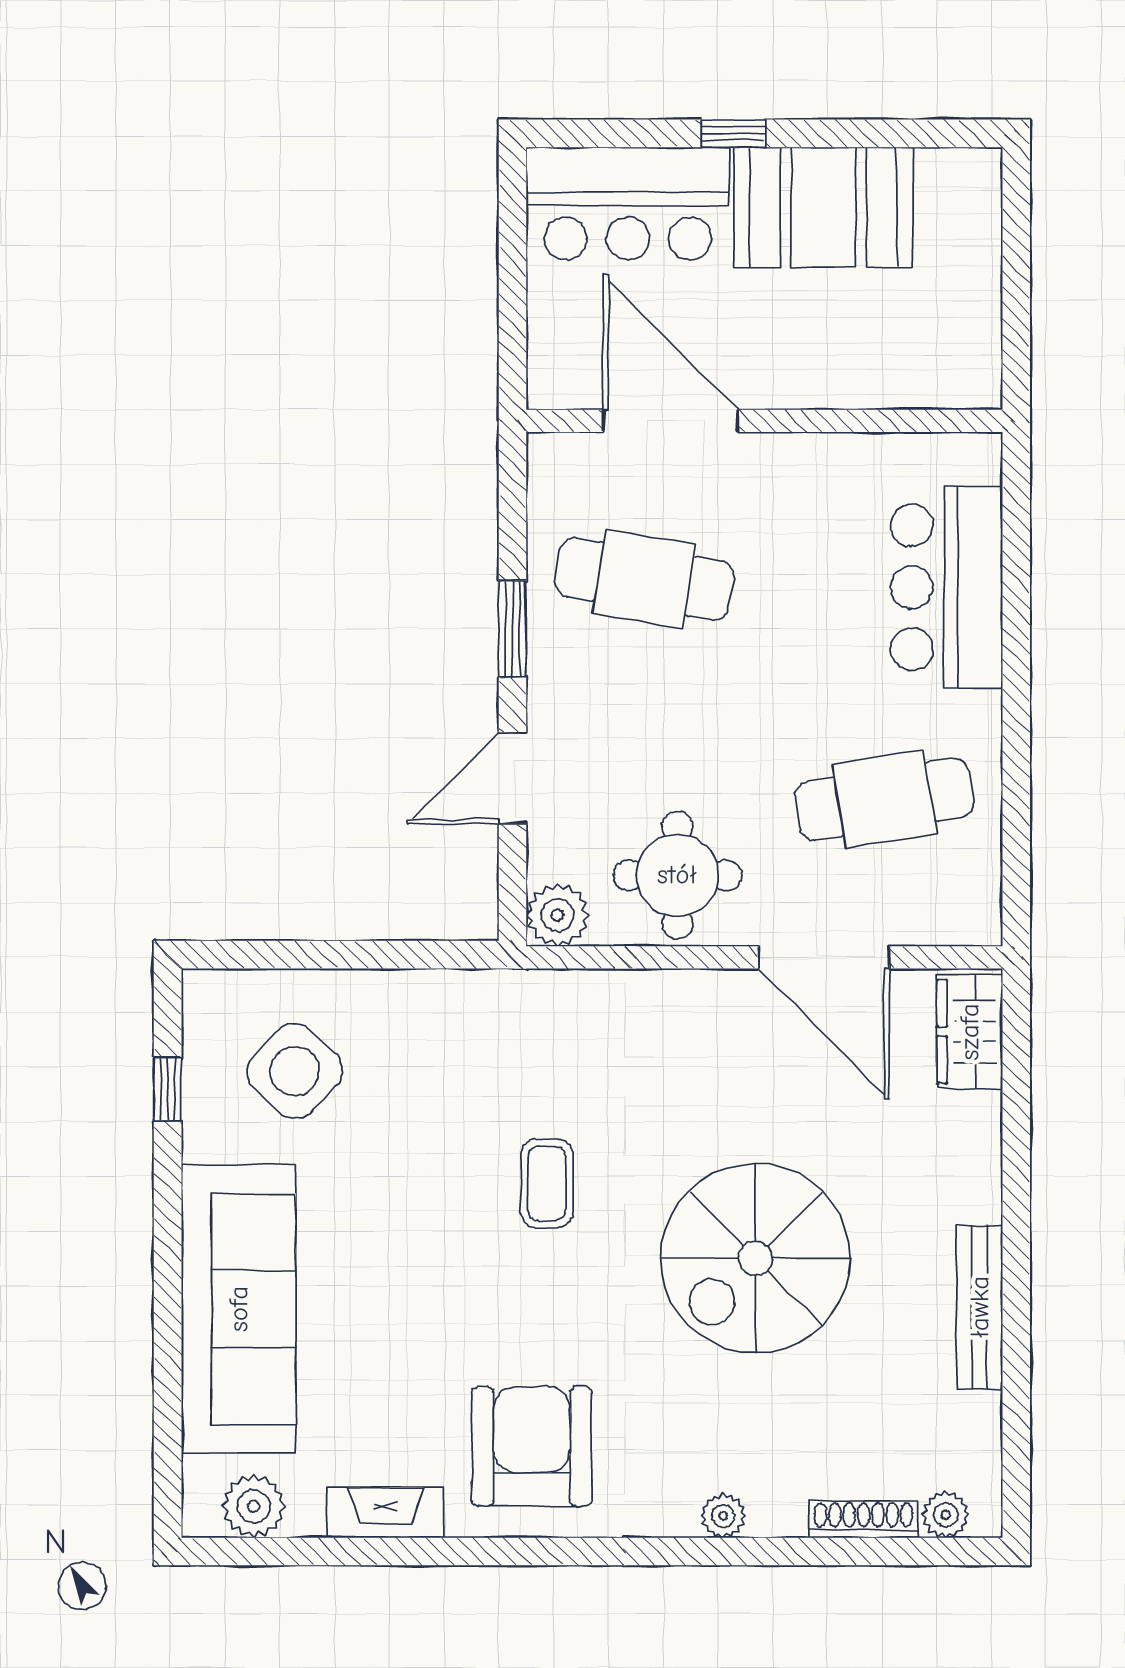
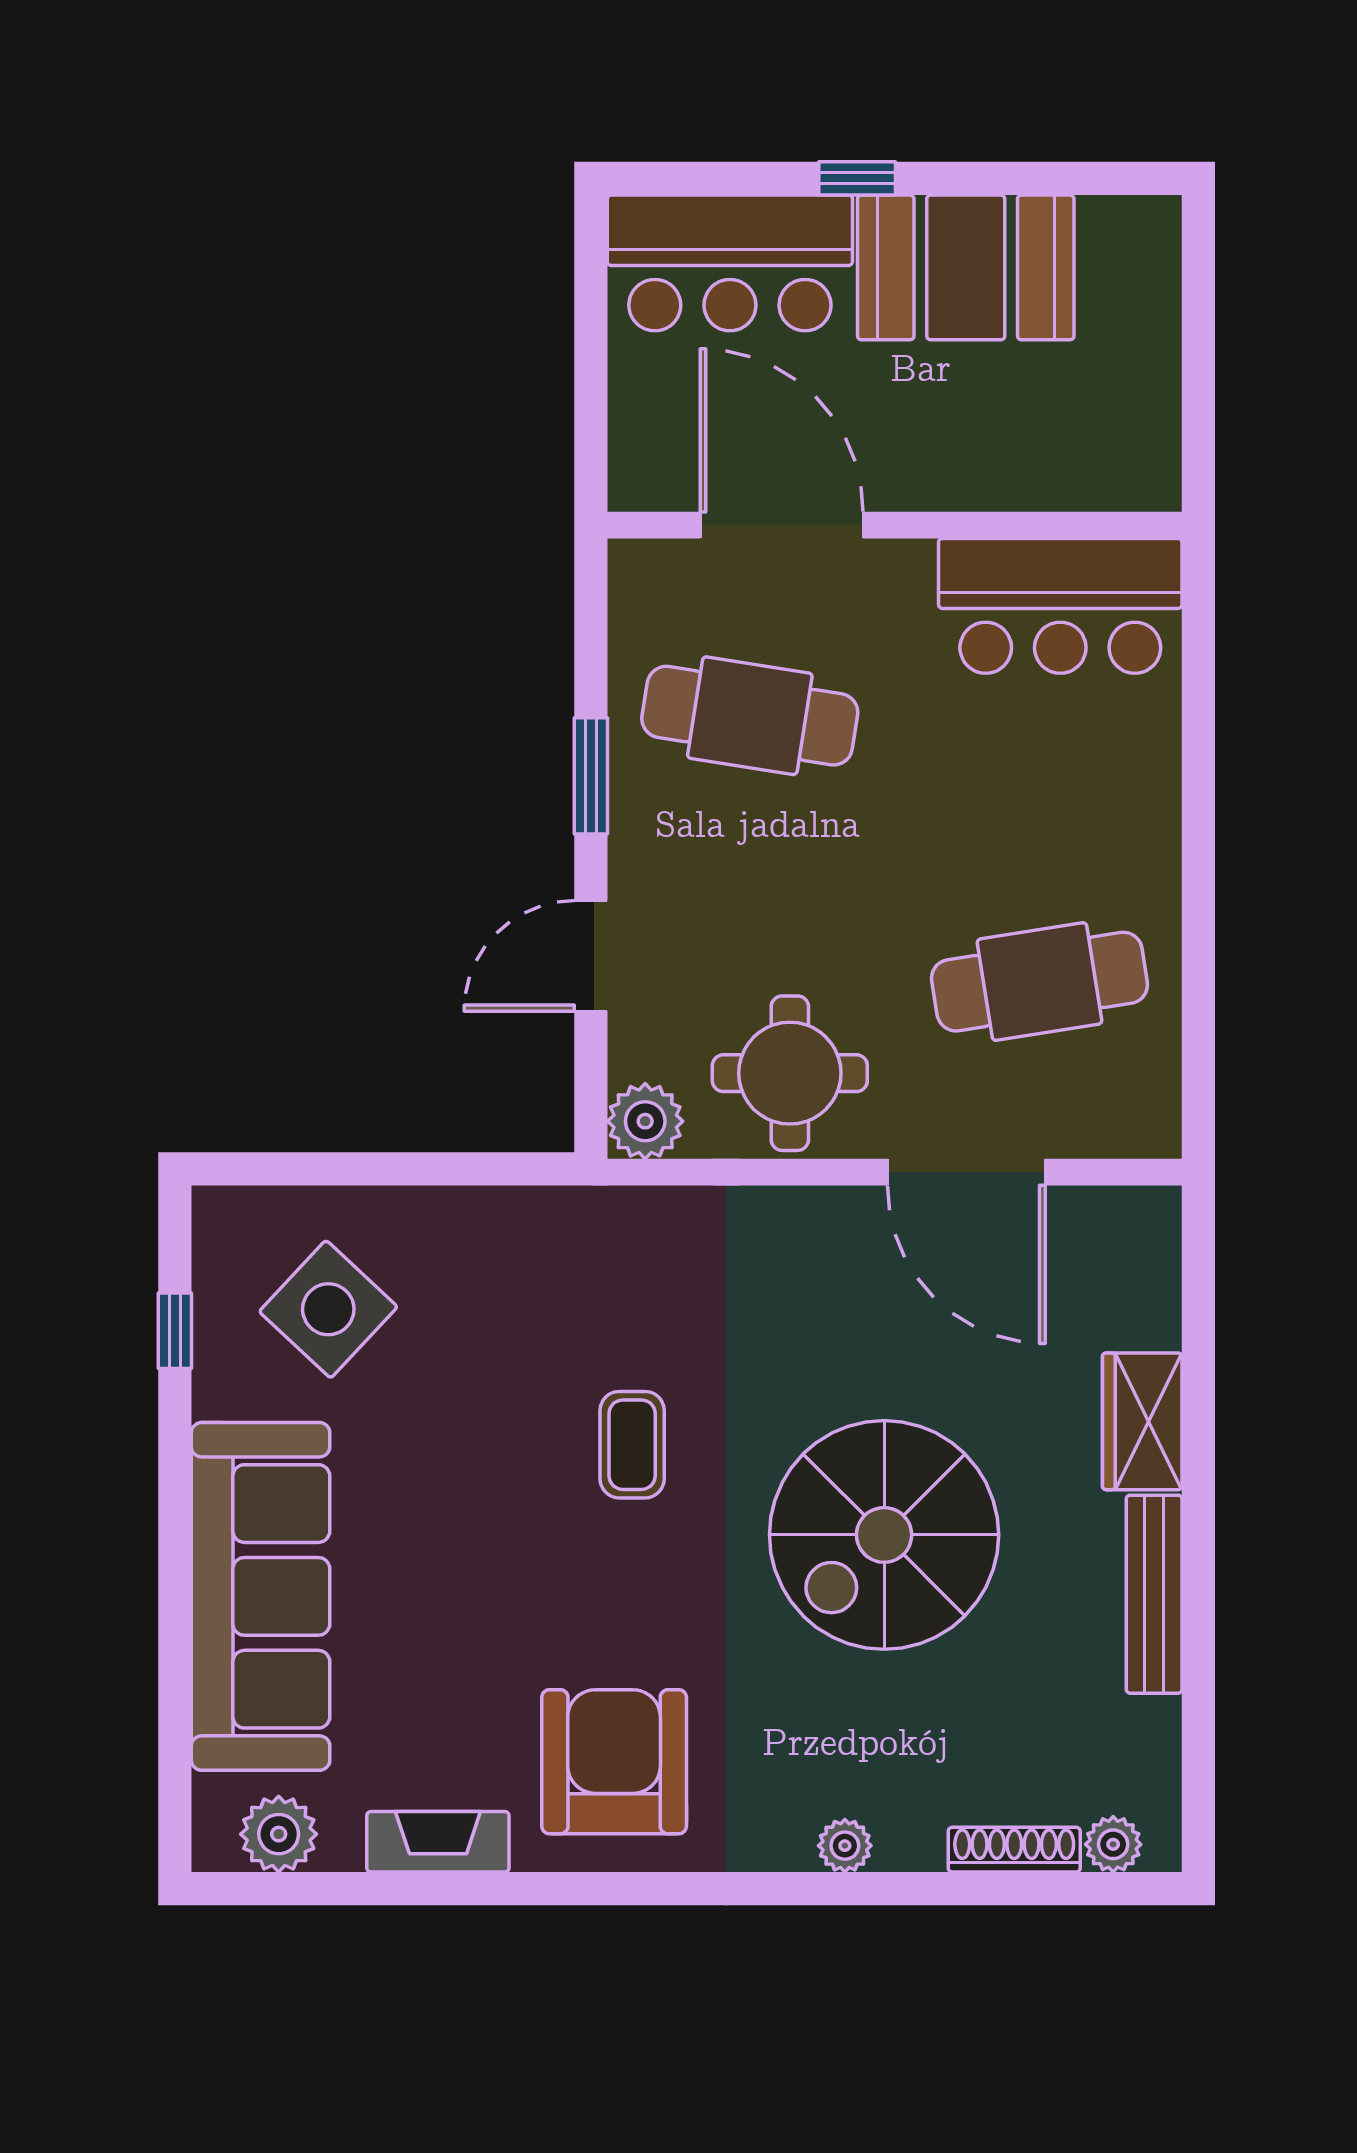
bar counter: (947, 587) -> (1060, 606), moved, turned -90
wardrobe: (970, 1032) -> (1142, 1421), moved

